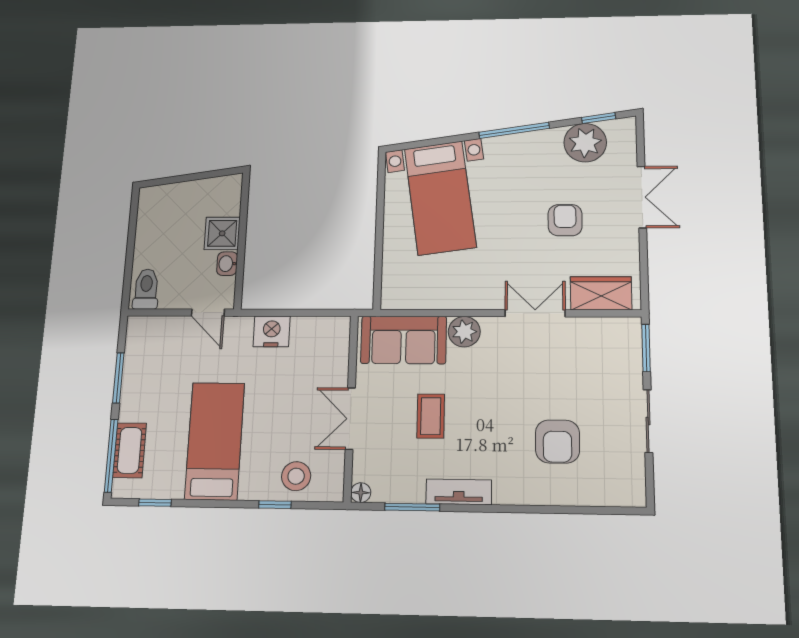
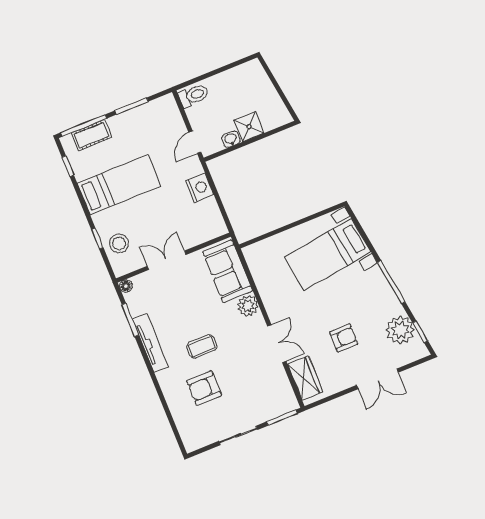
coffee table: (431, 416) -> (202, 346), moved
tv unit: (459, 492) -> (151, 343), width x1.41

